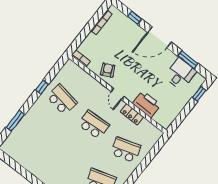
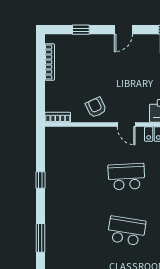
door: (159, 37) -> (123, 30), width x0.53
school desk: (62, 99) -> (126, 231), moved

